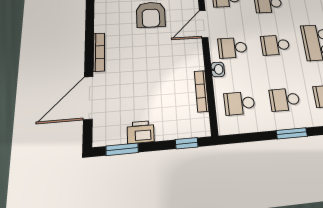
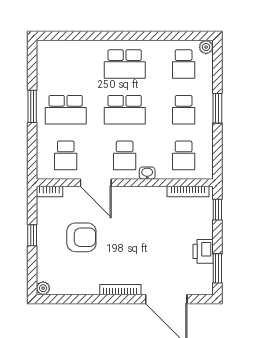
school desk: (275, 45) -> (125, 110), width x1.85
bookcase: (201, 91) -> (188, 192), moved

